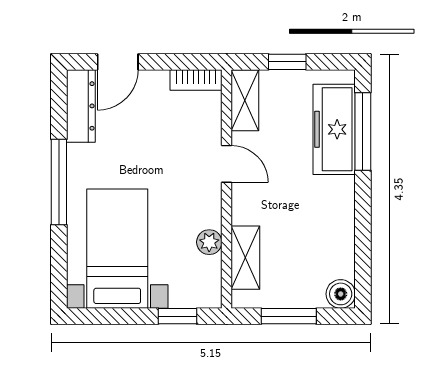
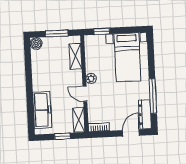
window: (363, 132) -> (30, 110), removed
window: (59, 182) -> (153, 96), moved
plant: (209, 242) -> (91, 78), moved

